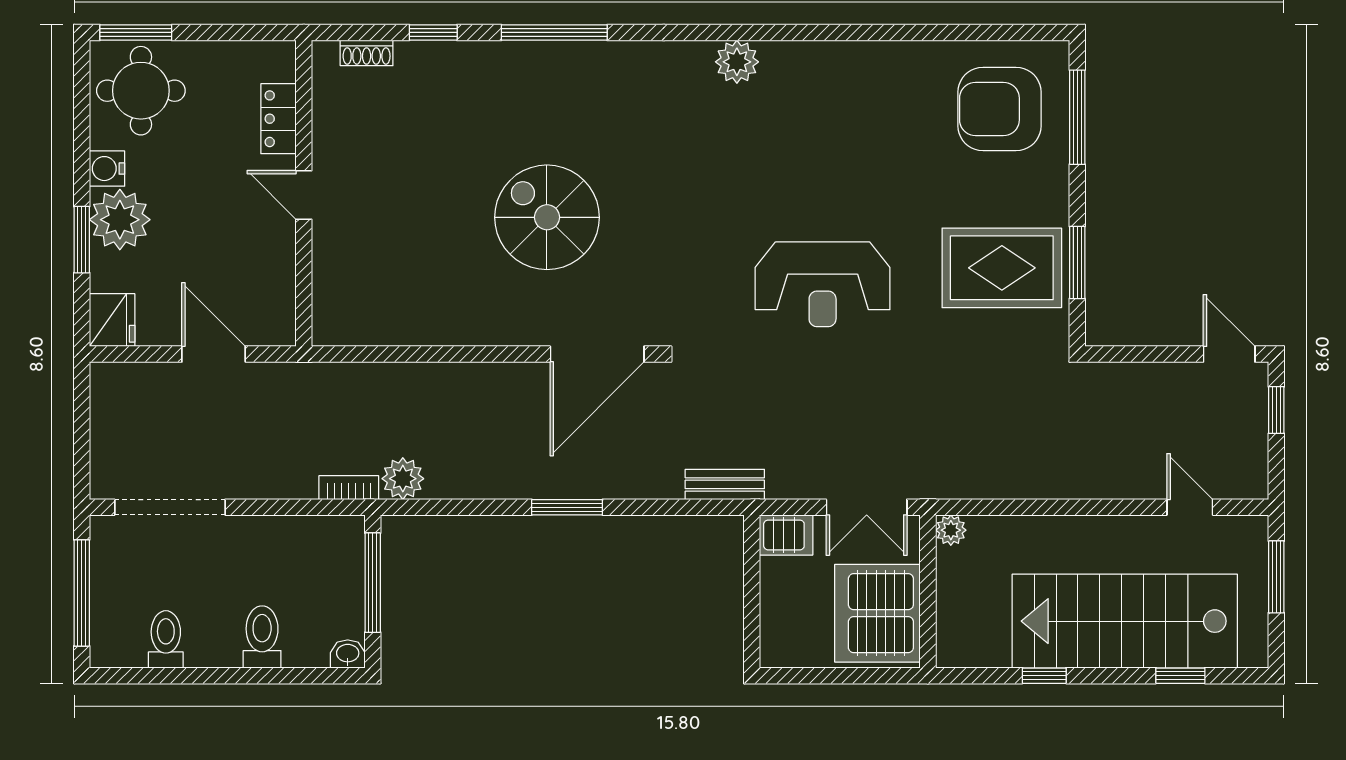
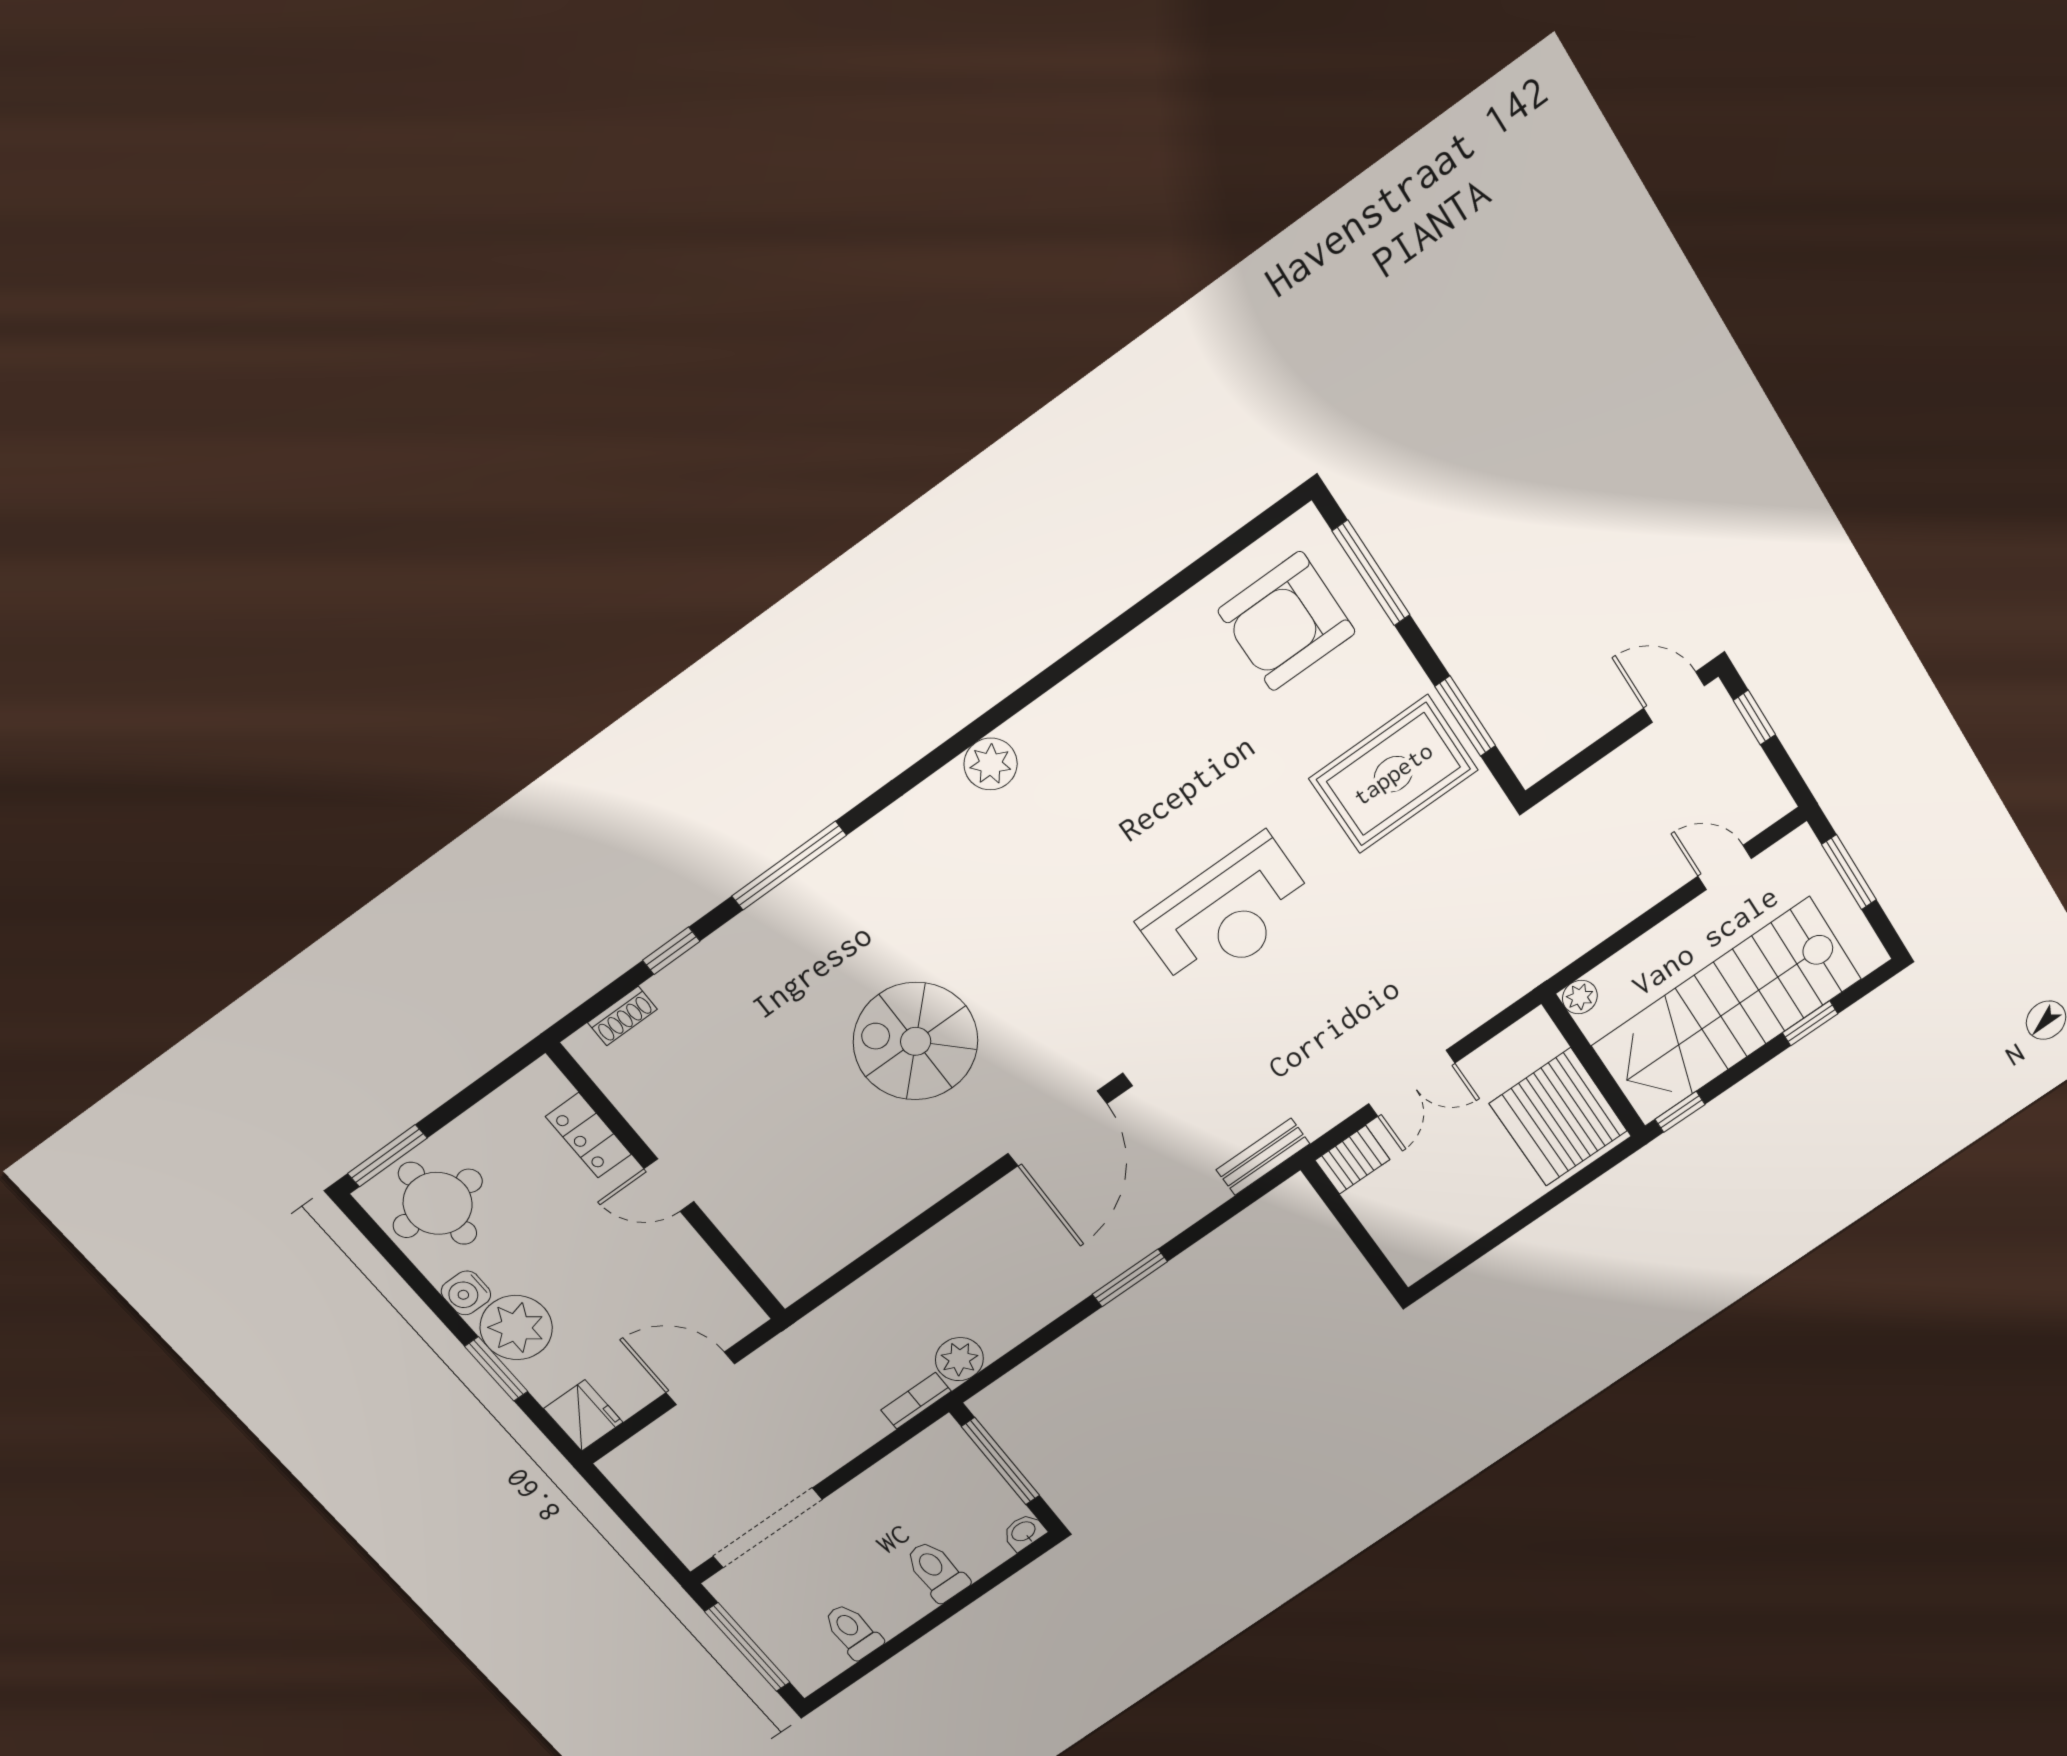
plant: (951, 530) -> (1580, 997), moved
wall: (928, 591) -> (1594, 1066), moved
server rack: (877, 613) -> (1558, 1117), moved

